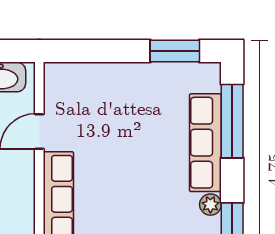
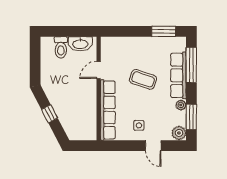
coffee table: (132, 151) -> (143, 79), added

